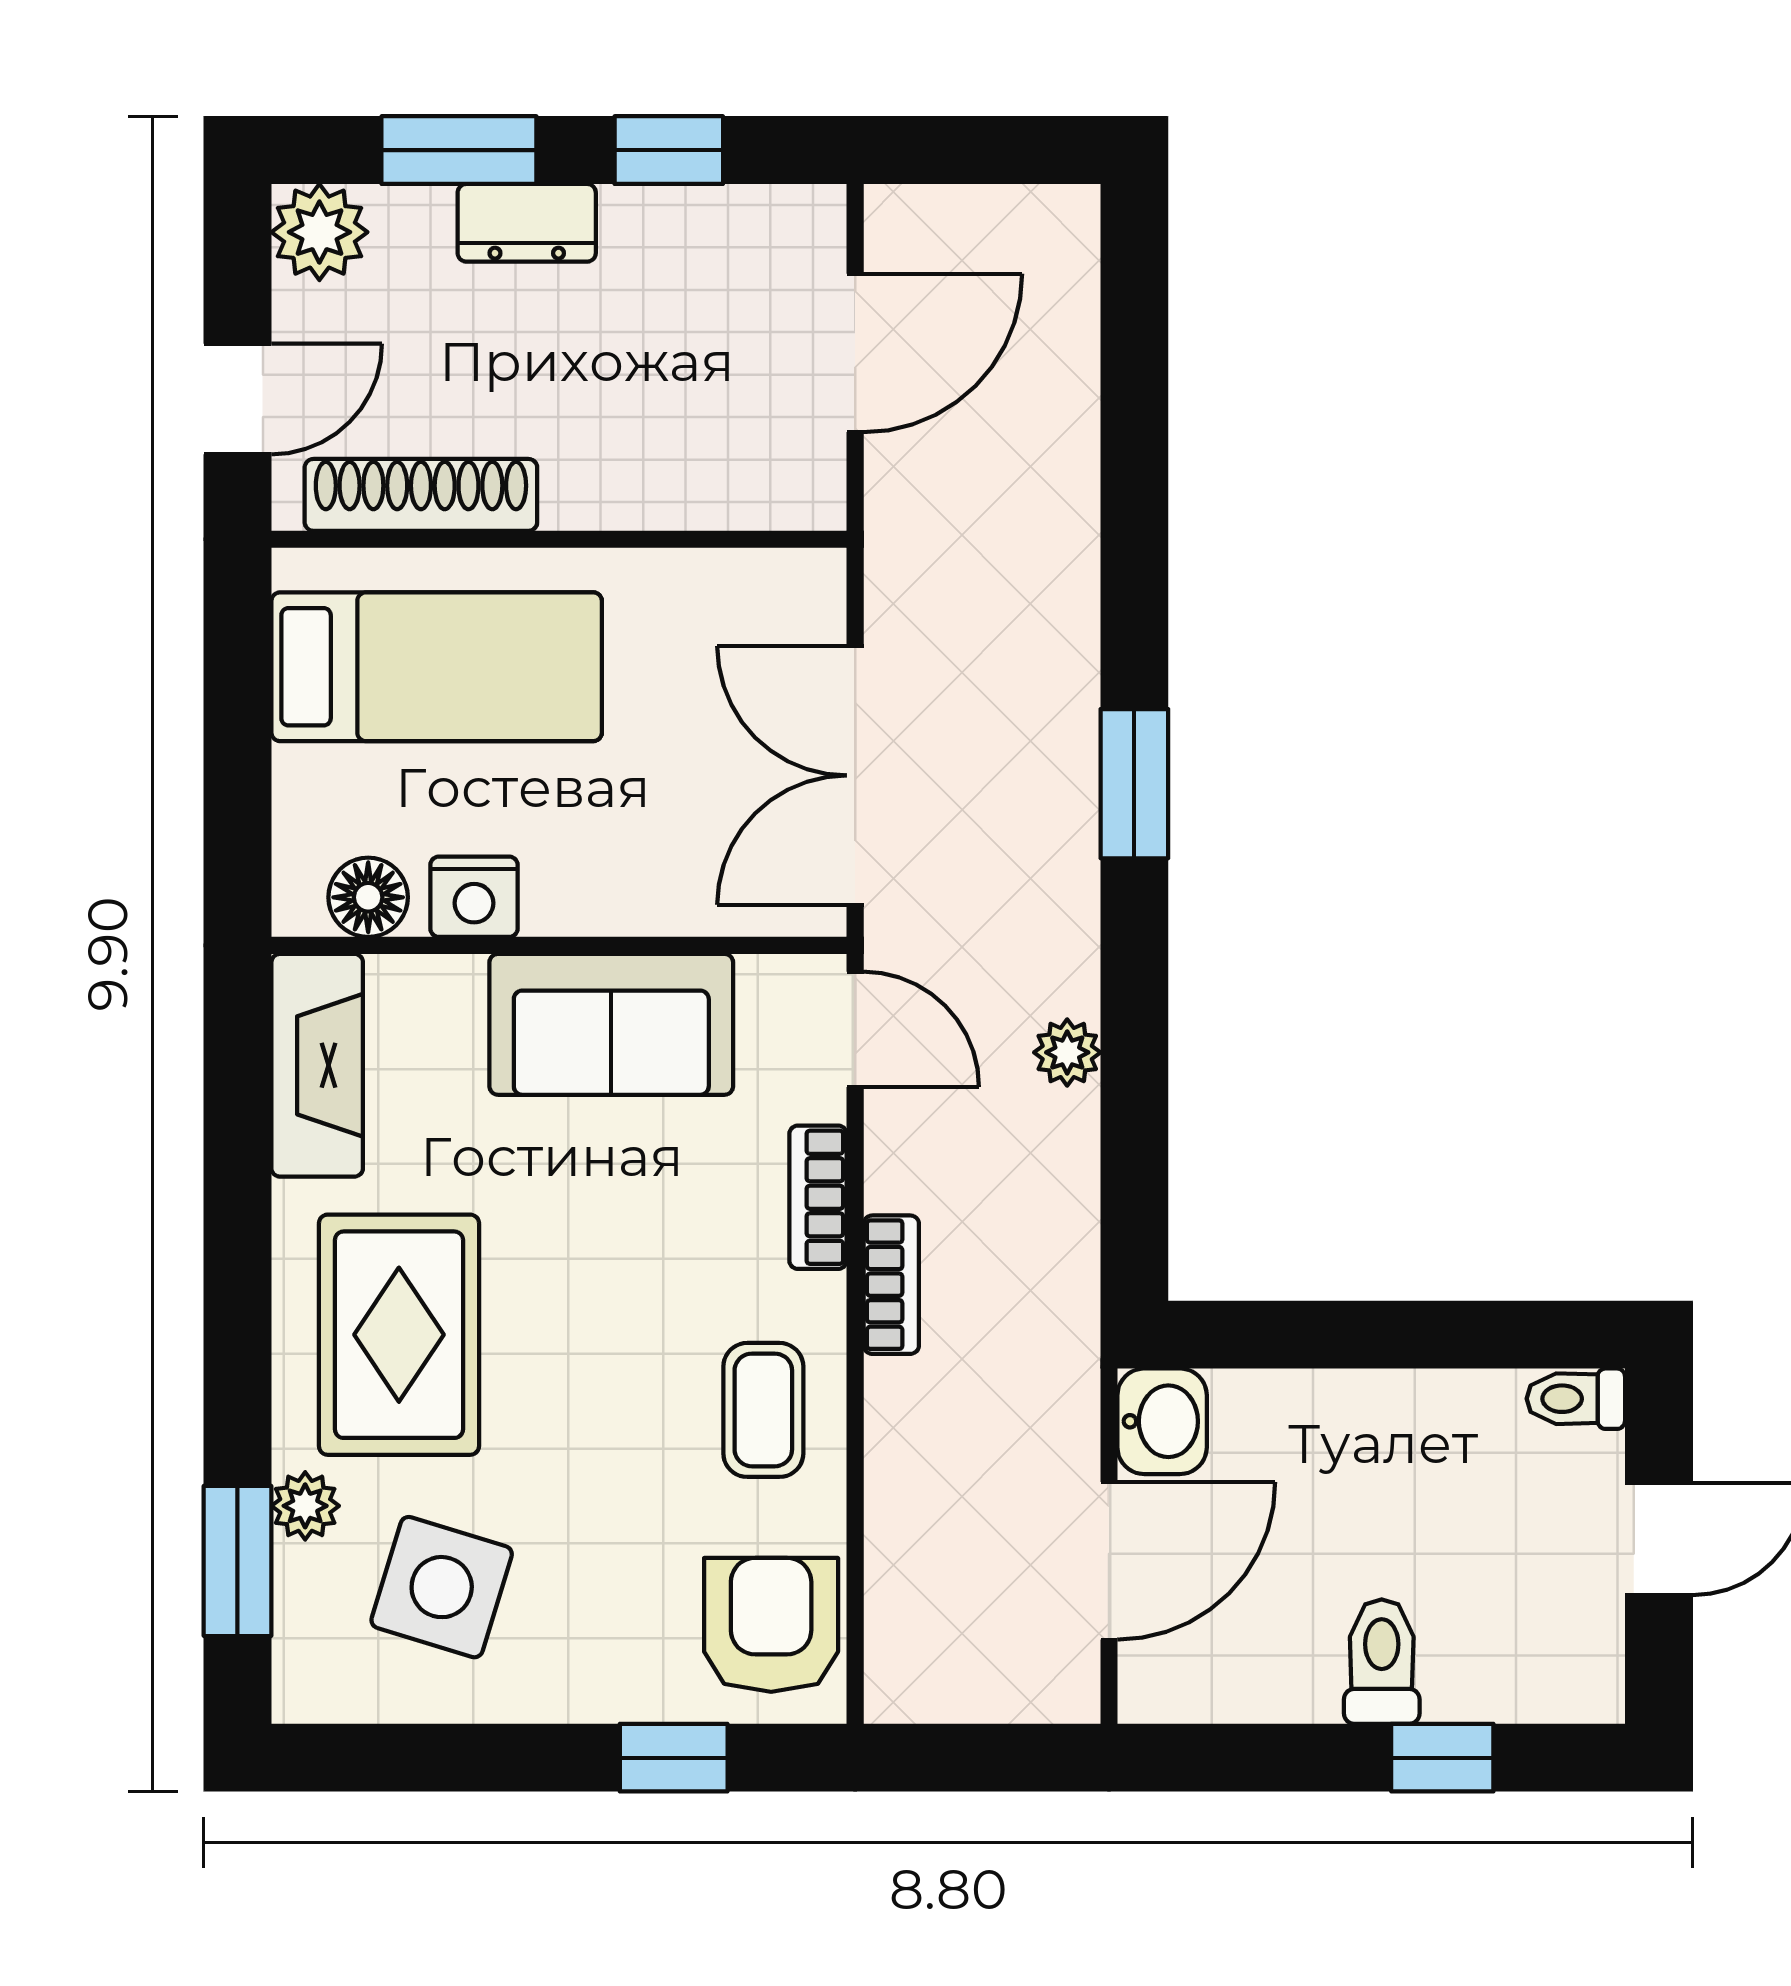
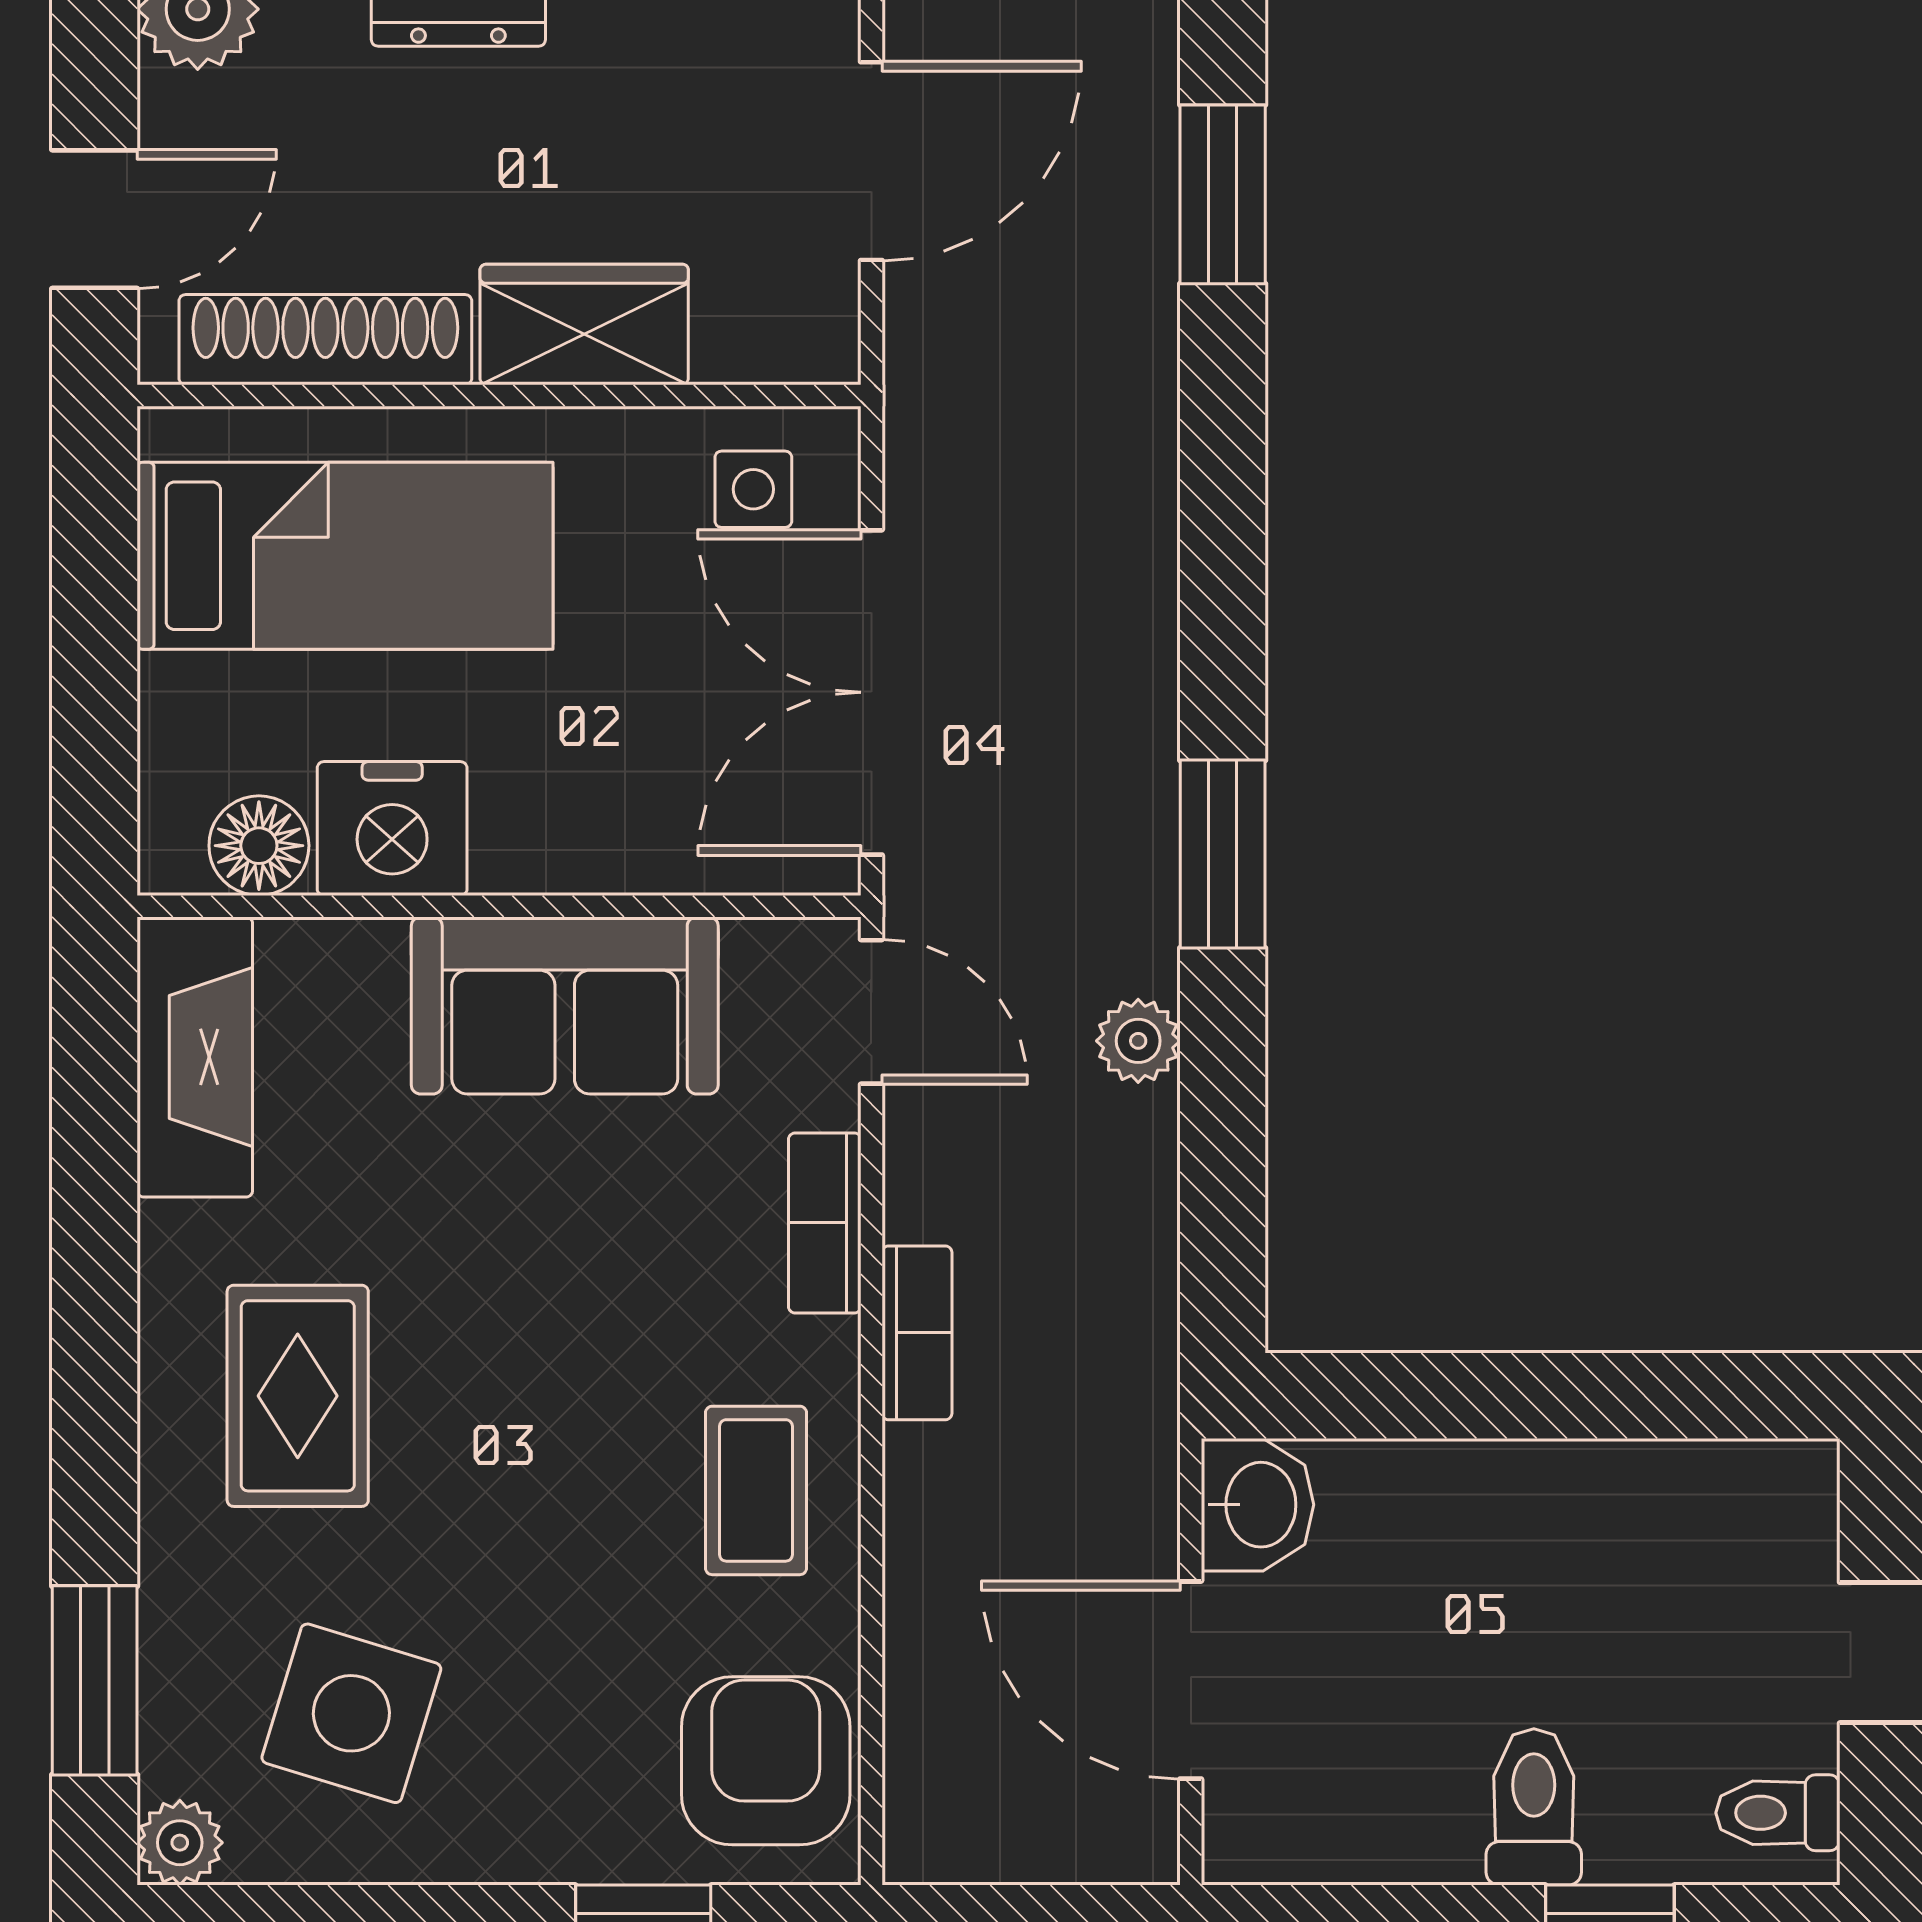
window: (1134, 379) -> (1223, 194), added
wardrobe: (627, 483) -> (584, 324), added
side table: (761, 614) -> (753, 489), added
window: (1134, 784) -> (1223, 854), moved
nightstand: (474, 897) -> (392, 829), width x1.36, depth x1.33
rug: (399, 1335) -> (298, 1396), width x0.73, depth x0.70
toilet: (1576, 1399) -> (1778, 1813), moved
plant: (305, 1506) -> (180, 1843), moved
door: (1109, 1561) -> (1191, 1680), swing flipped

